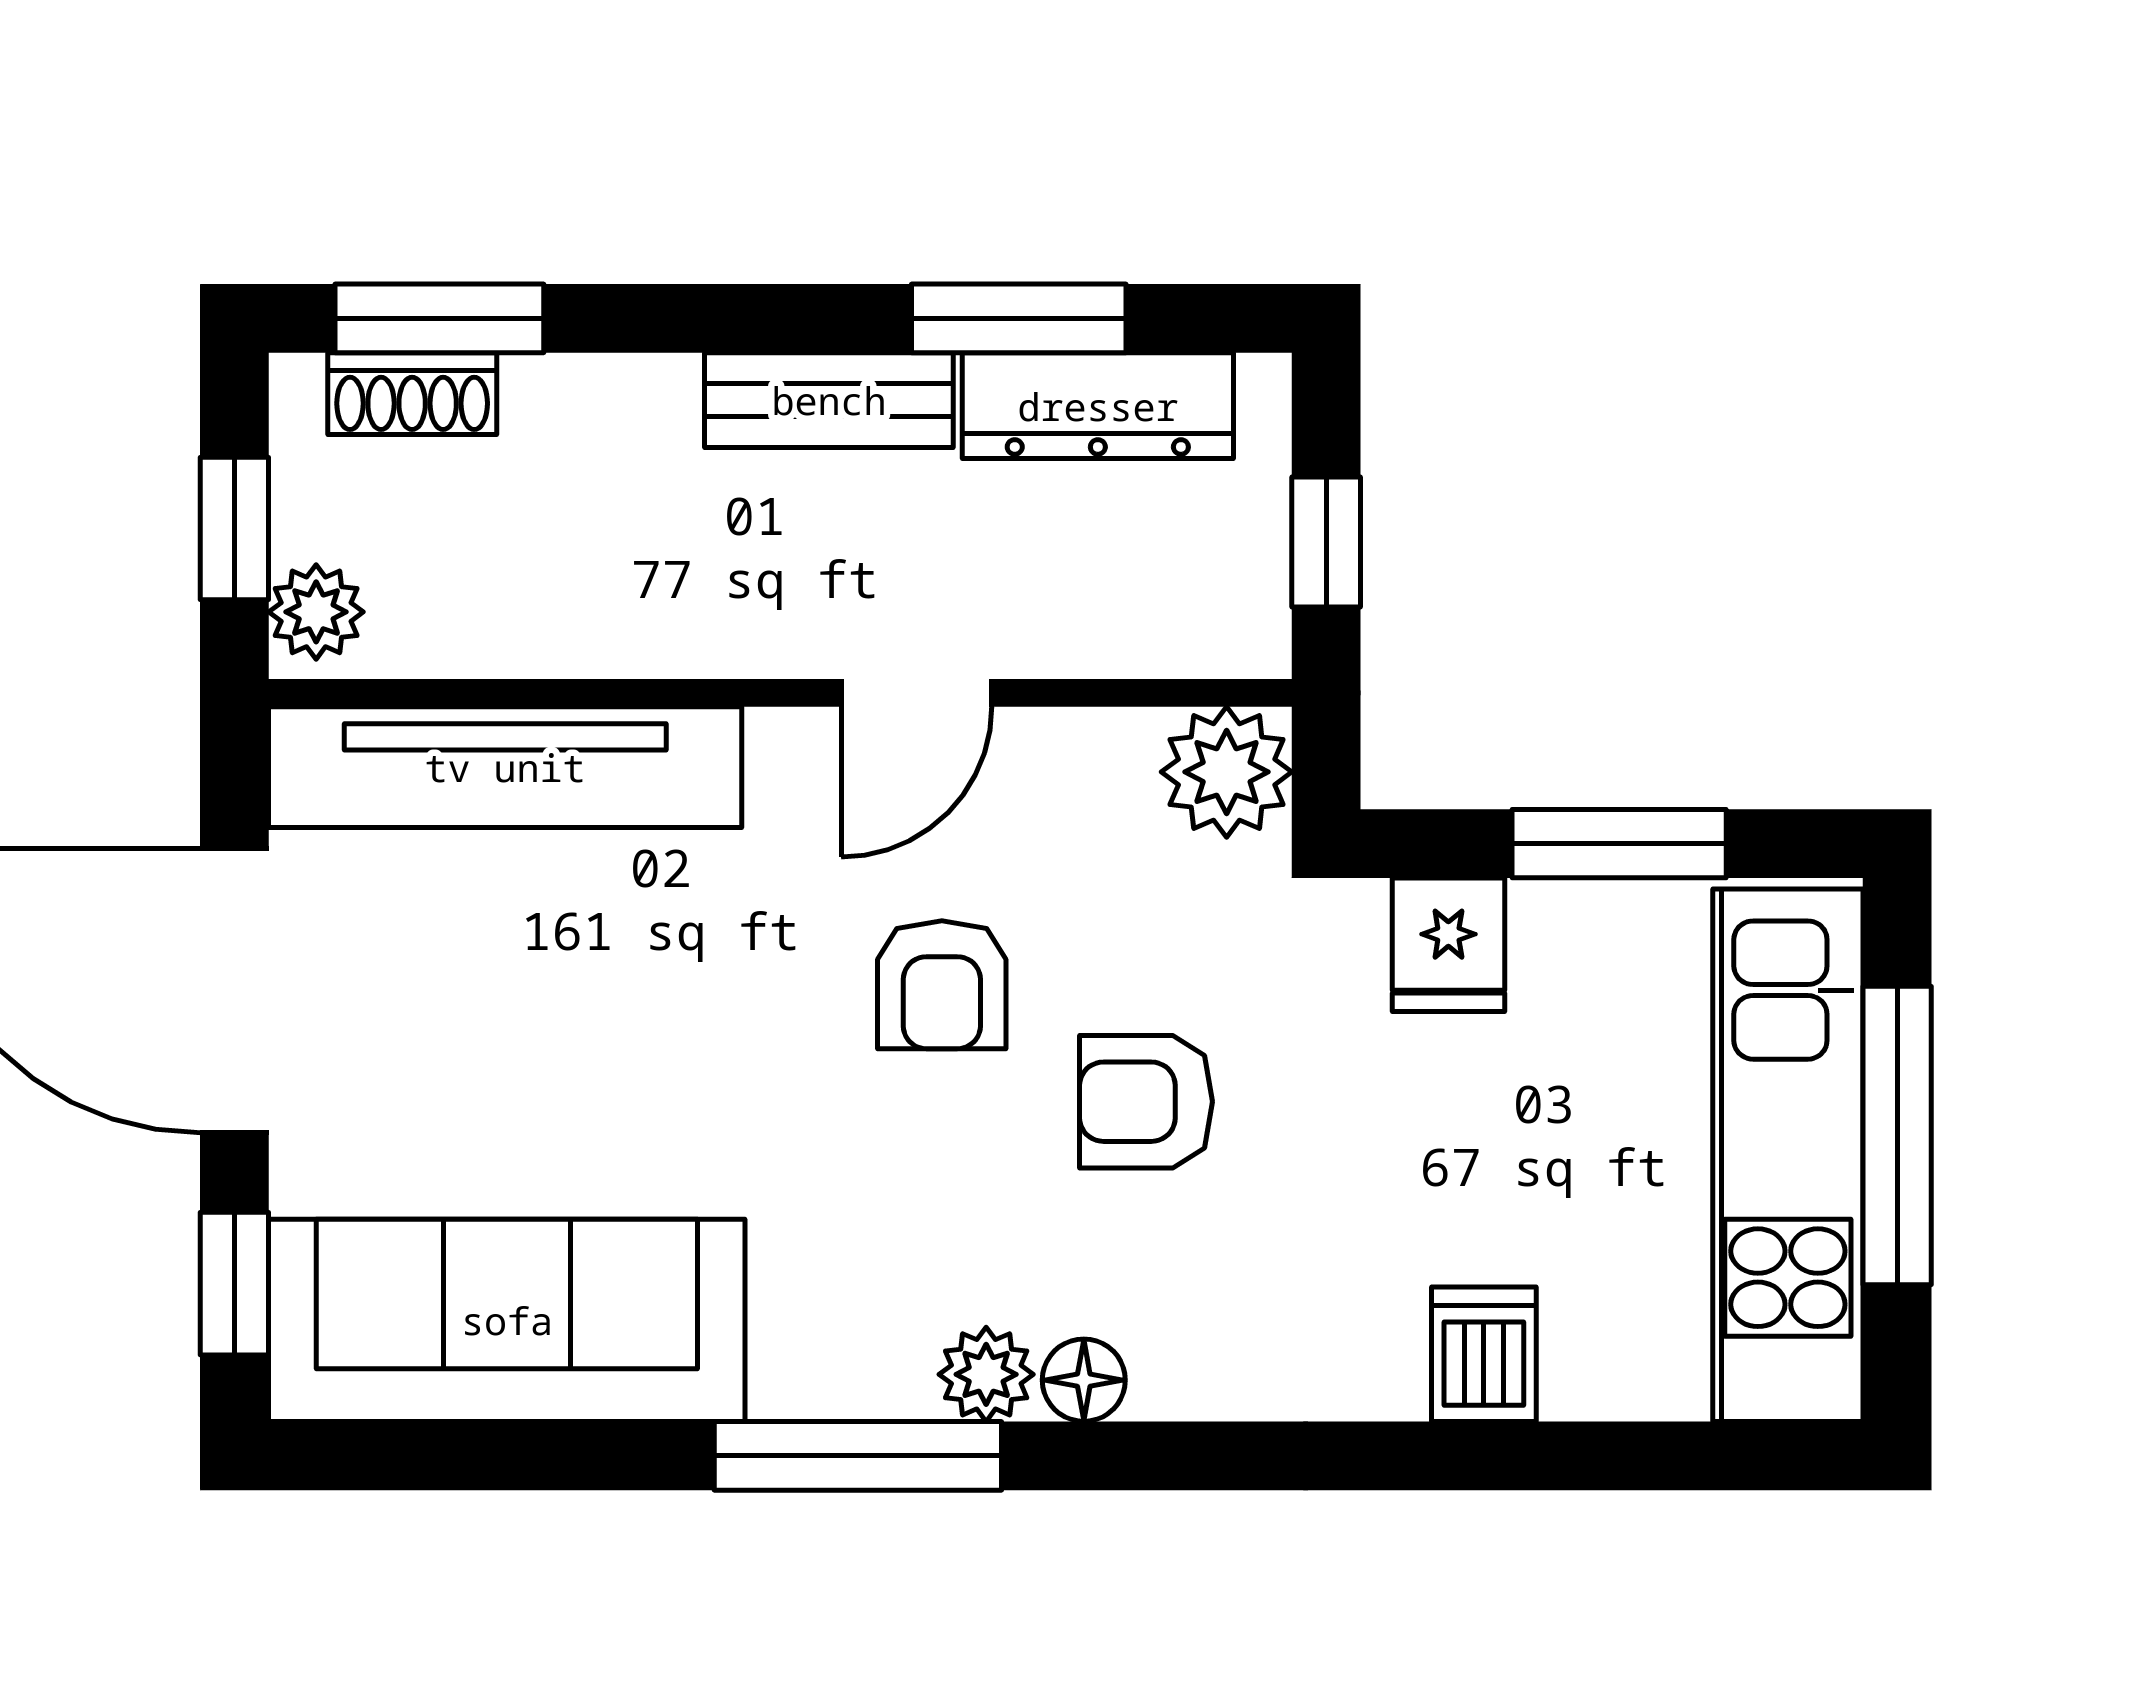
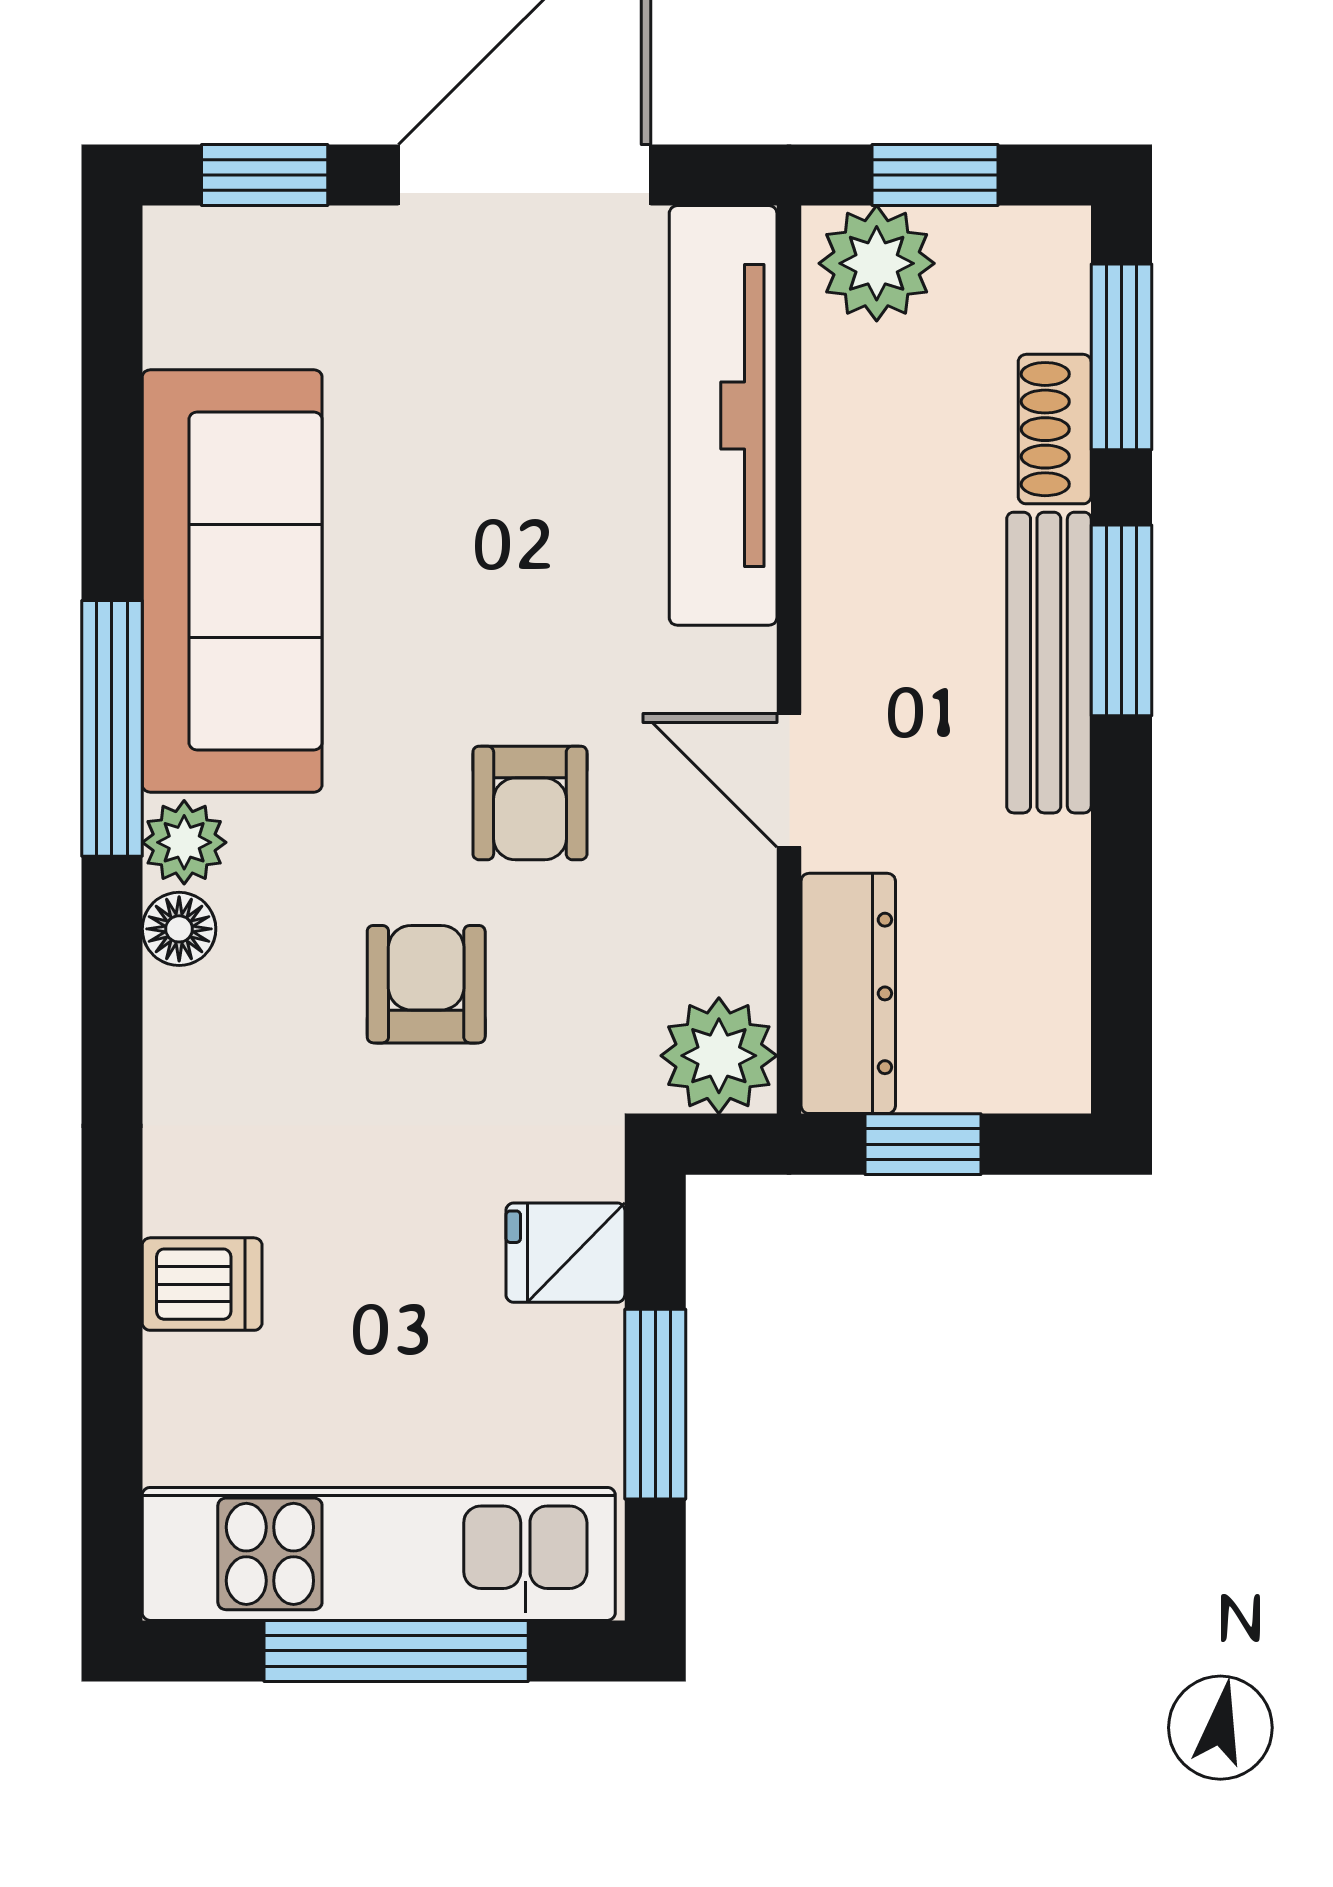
window: (1019, 318) -> (1121, 620), moved
shoe rack: (412, 394) -> (1055, 429), moved
bench: (829, 400) -> (1049, 663), width x1.36
dresser: (1098, 406) -> (848, 993), moved, turned 180
plant: (316, 612) -> (877, 263), width x1.38, depth x1.38
armchair: (942, 985) -> (530, 803), turned -90
sofa: (507, 1320) -> (232, 581), moved

